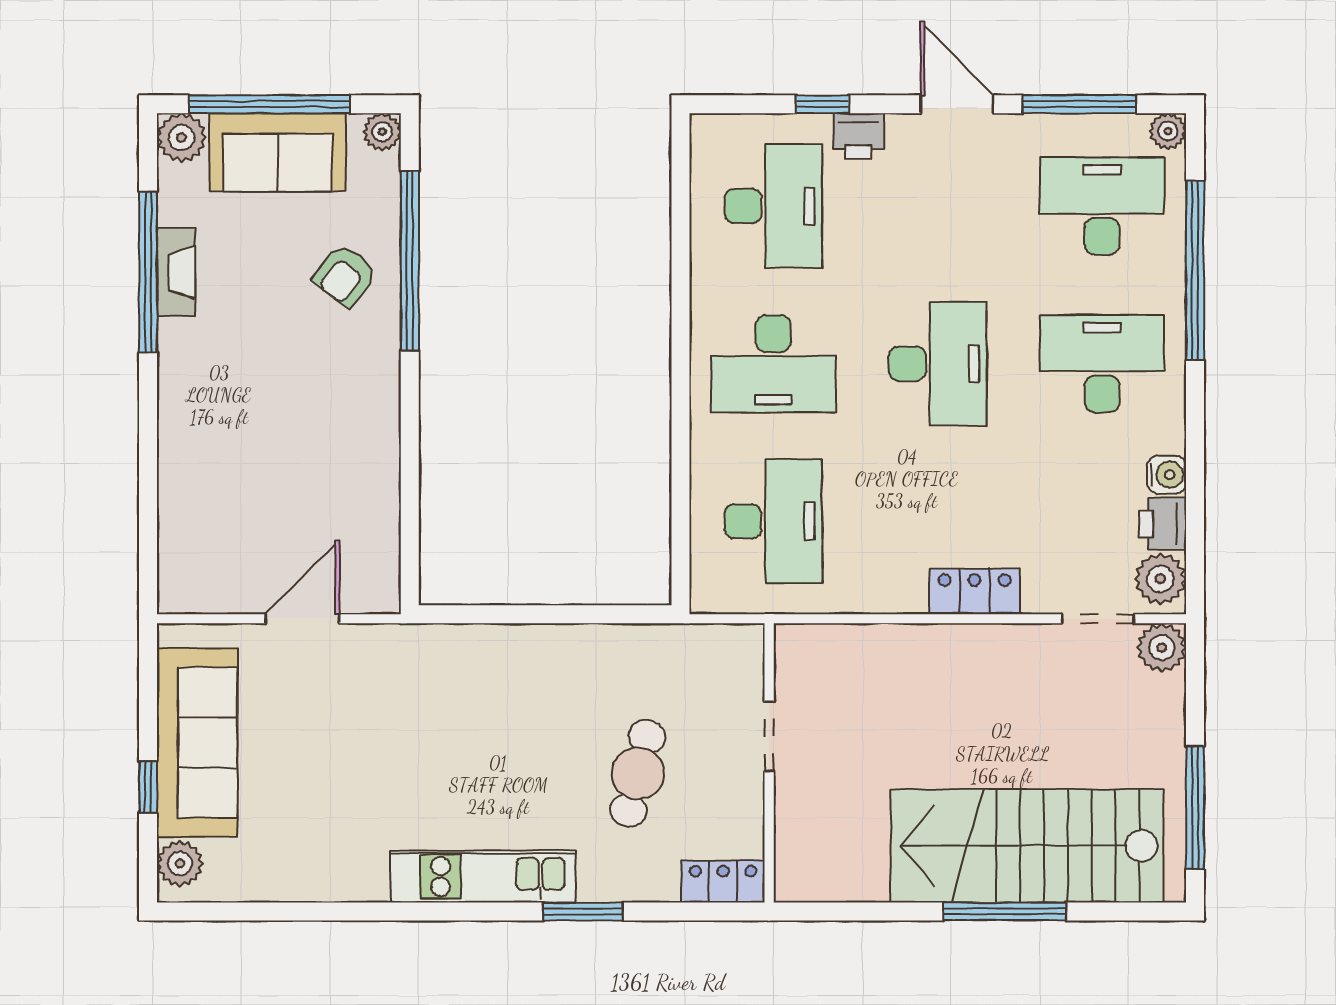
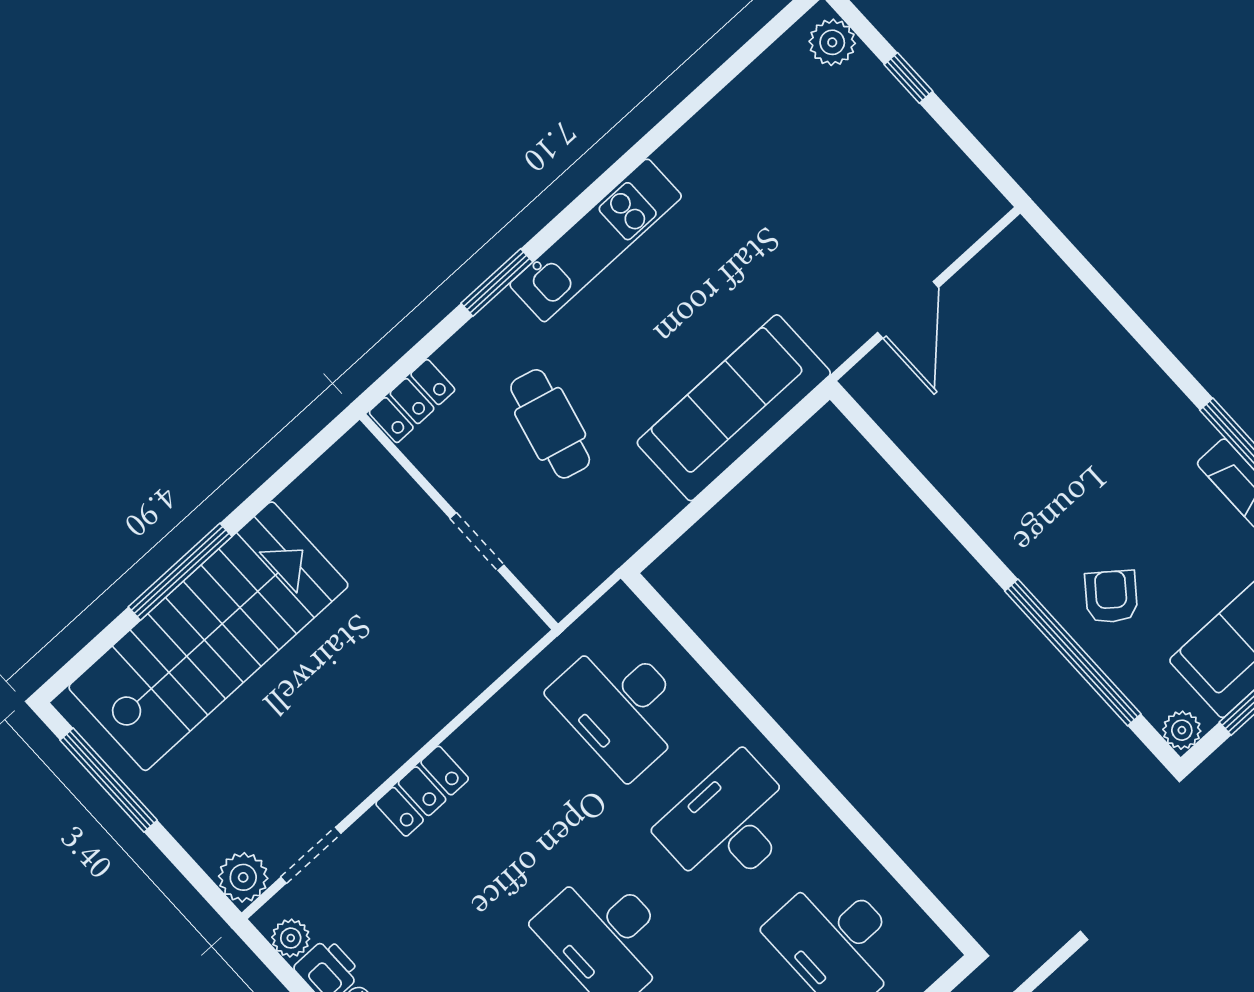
plant: (1160, 579) -> (291, 938), width x0.73, depth x0.73
sofa: (197, 743) -> (734, 408), moved, turned 90

